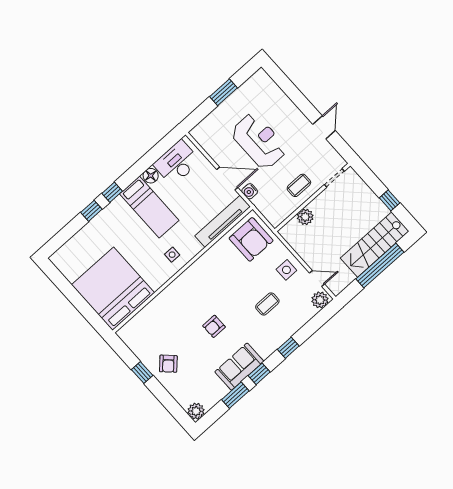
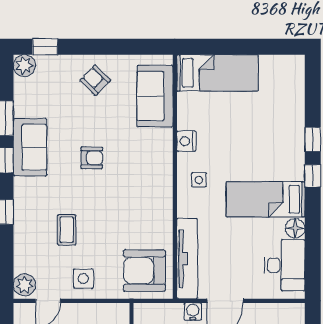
nightstand: (157, 281) -> (186, 141), added
bed: (113, 289) -> (217, 73), width x0.49
sofa: (147, 322) -> (155, 96), added
armchair: (214, 326) -> (92, 158), turned 90
window: (142, 373) -> (45, 47), moved

